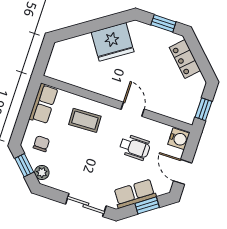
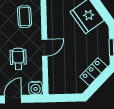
window: (204, 109) -> (63, 98), removed
wheelchair: (135, 147) -> (18, 59), turned 180

